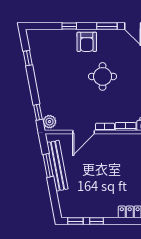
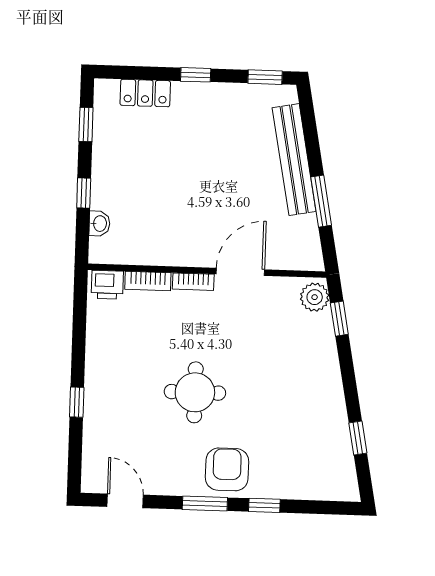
window: (107, 26) -> (205, 503), moved
bench: (57, 166) -> (294, 160), moved
window: (97, 221) -> (196, 75), moved

